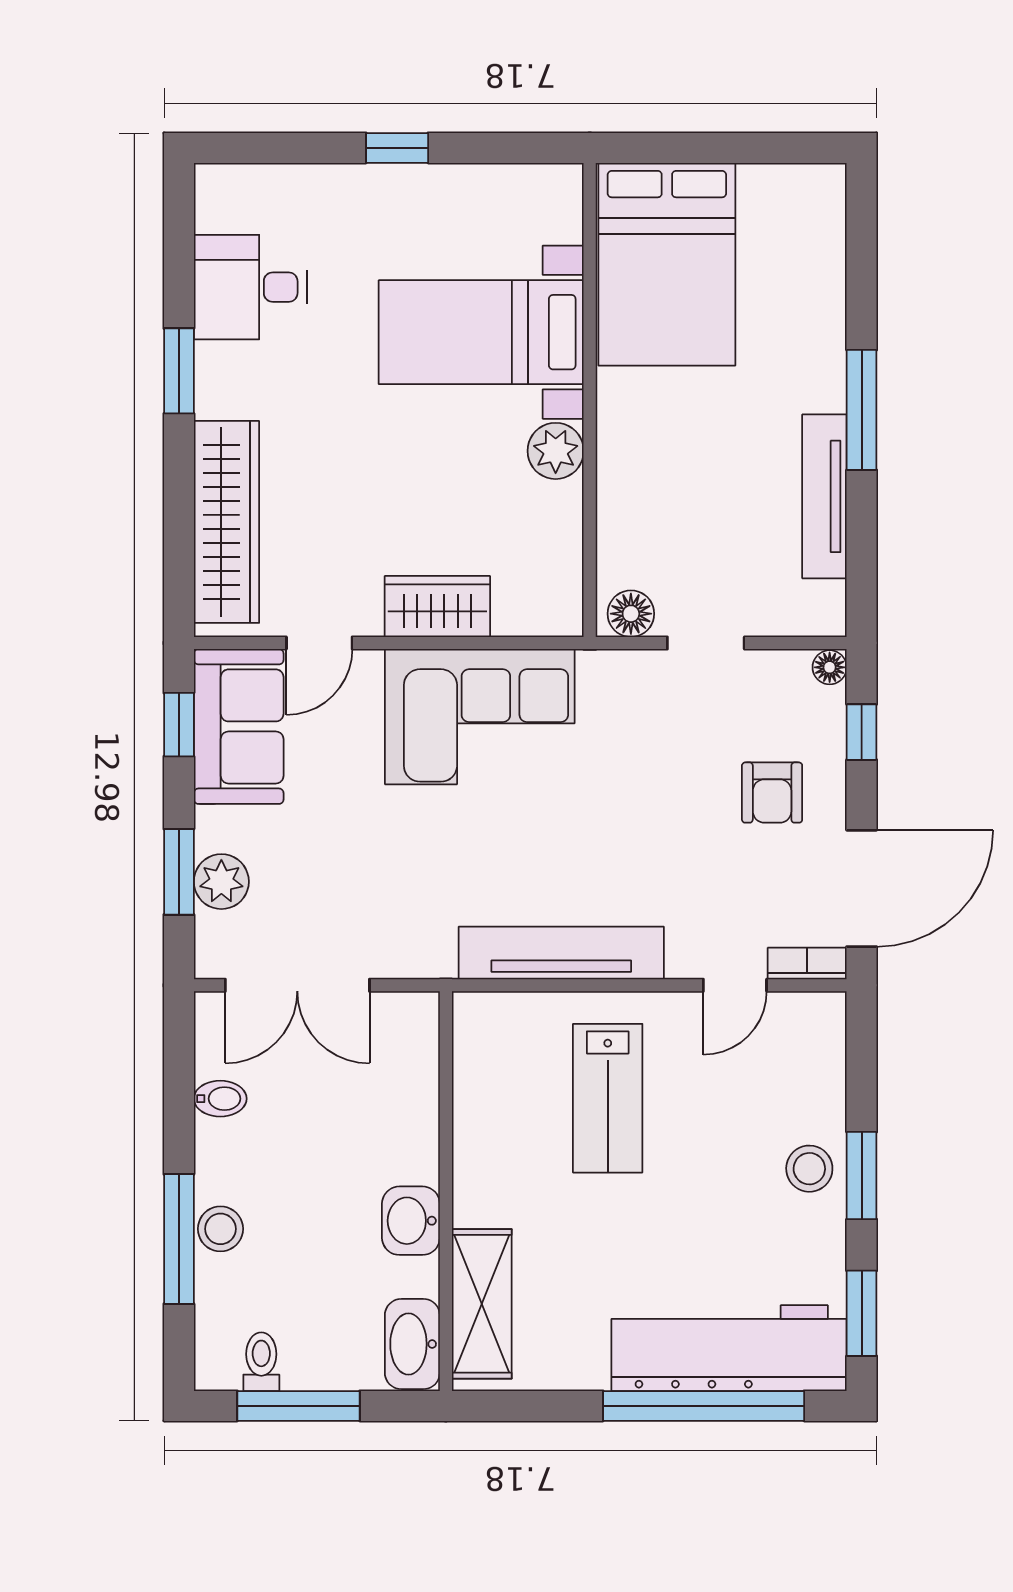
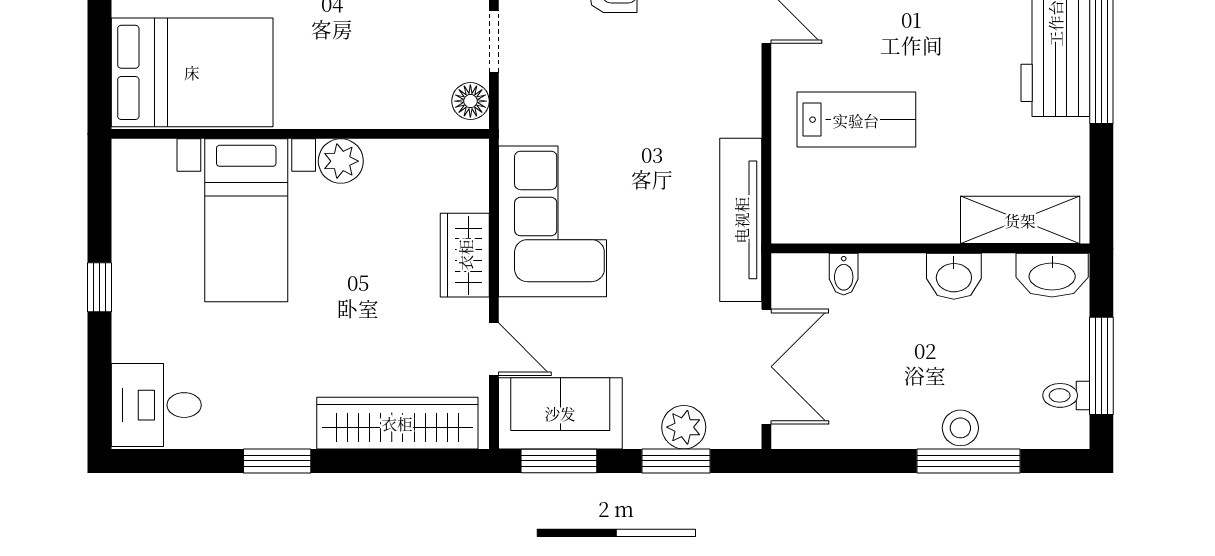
desk: (250, 287) -> (156, 405), moved, turned 90
window: (179, 725) -> (559, 461), width x1.50
tv unit: (561, 953) -> (741, 220), moved
bidet: (220, 1099) -> (844, 274), moved, turned 180

